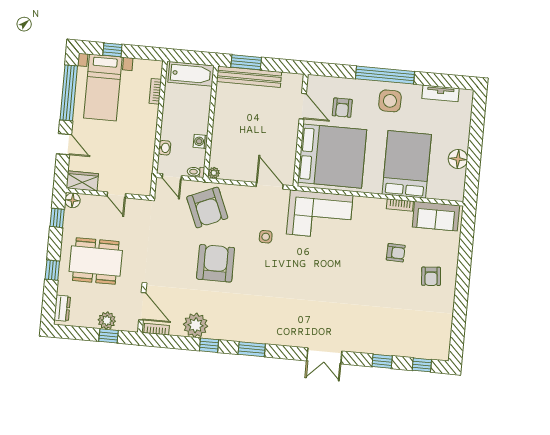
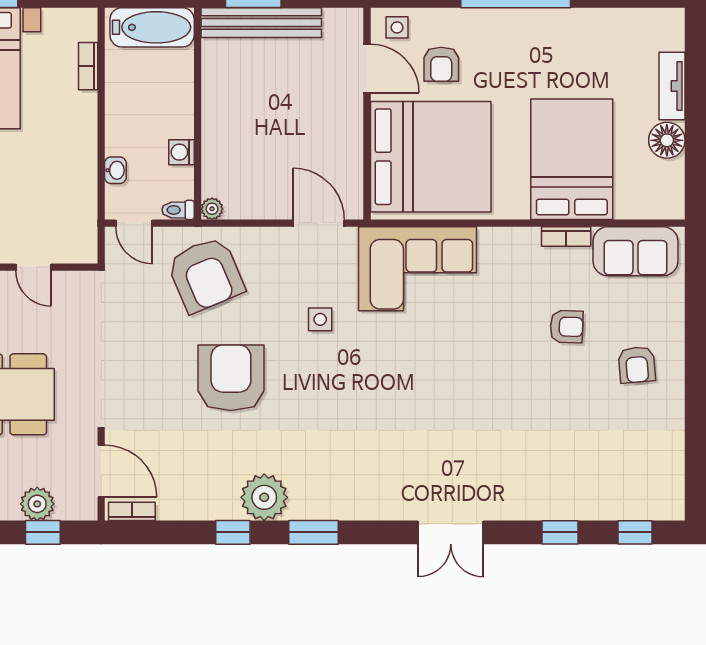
tv unit: (441, 93) -> (672, 86), moved, turned 90
side table: (390, 101) -> (397, 27), moved, width x0.54, depth x0.54
plant: (196, 325) -> (264, 497), moved

